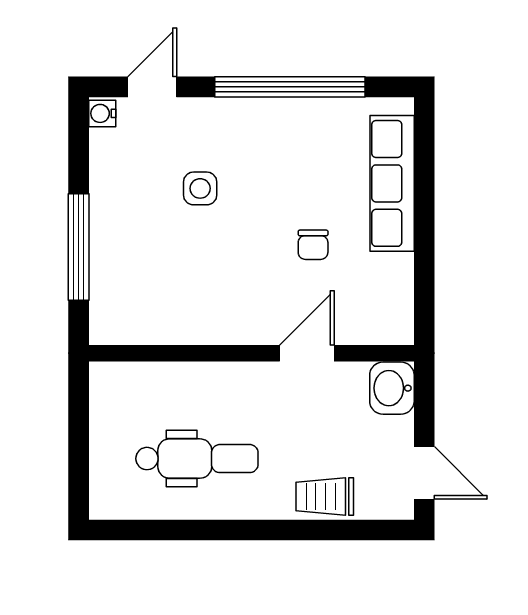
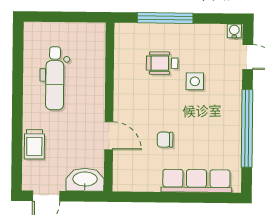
wheelchair: (166, 252) -> (162, 63), added
washbasin: (392, 388) -> (85, 180), width x1.38
trolley: (325, 497) -> (34, 144), turned 180

